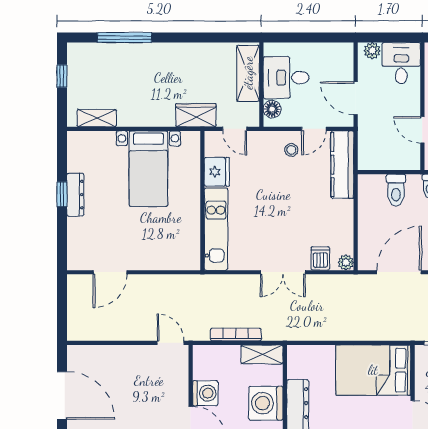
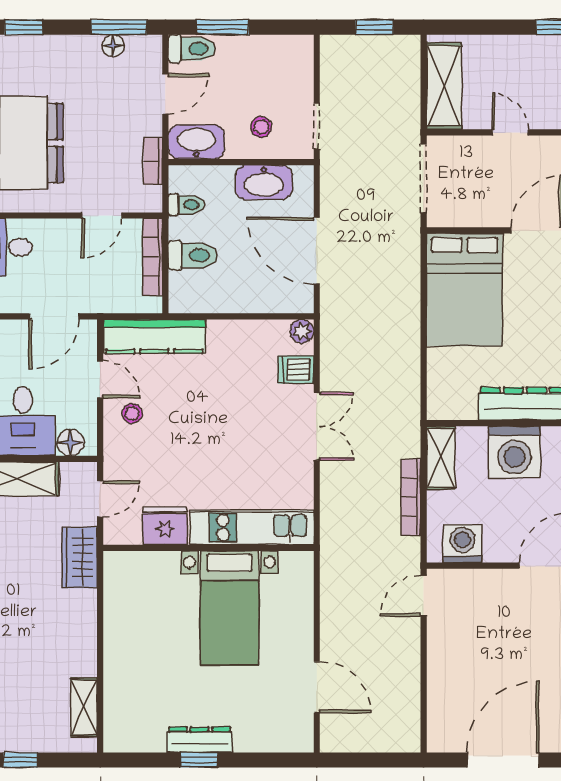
bookcase: (395, 164) -> (153, 257), added
bed with nightstands: (148, 169) -> (230, 608), moved, turned 90
washing machine: (205, 393) -> (463, 544), moved

